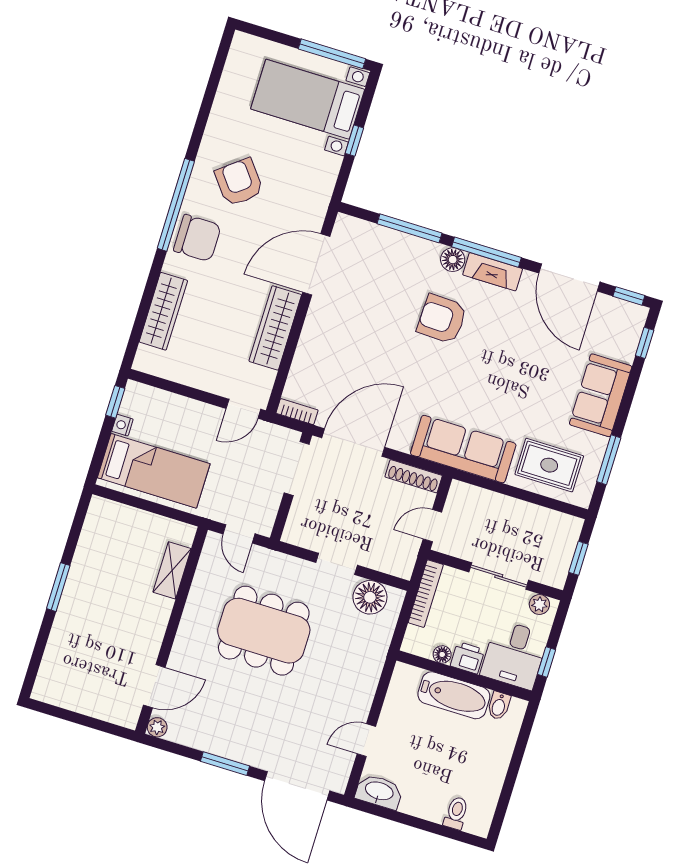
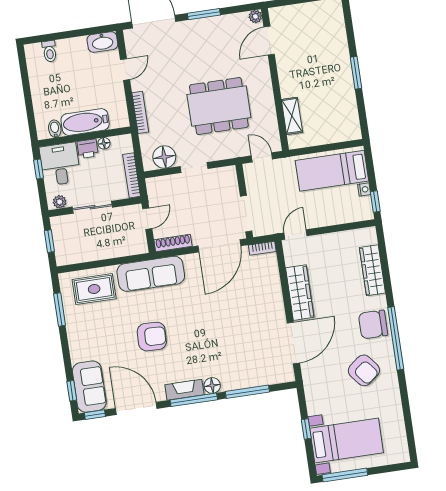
armchair: (442, 319) -> (152, 337), moved
sofa: (601, 395) -> (89, 387), moved
bookcase: (373, 673) -> (140, 112), added

